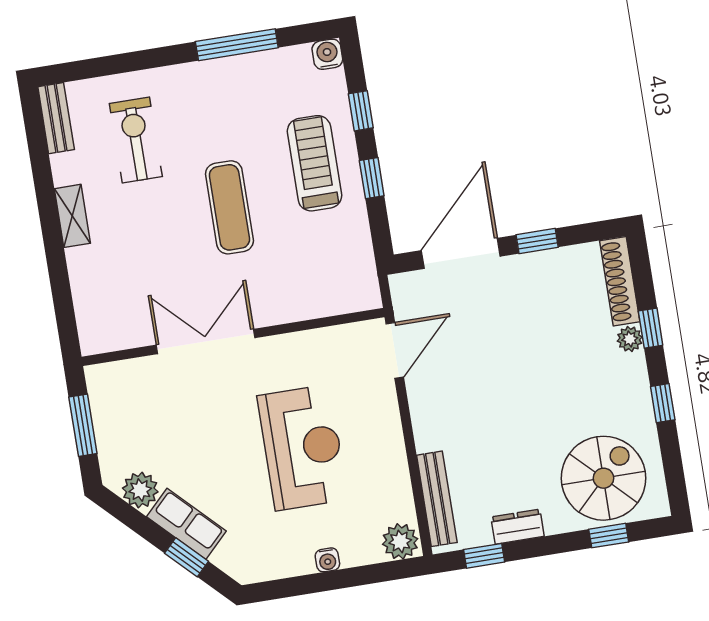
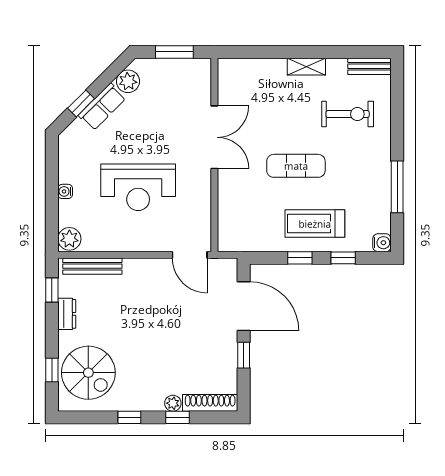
treadmill: (314, 163) -> (315, 224), turned 180

